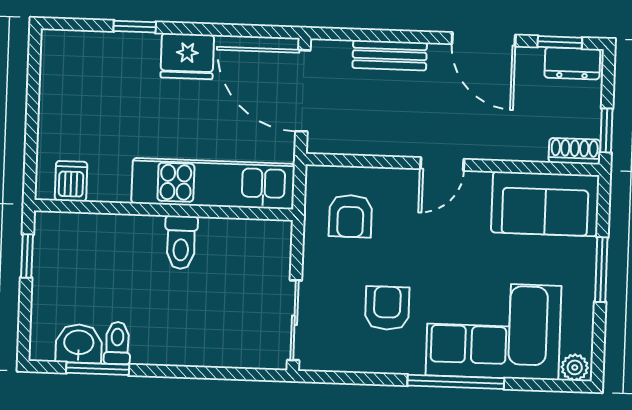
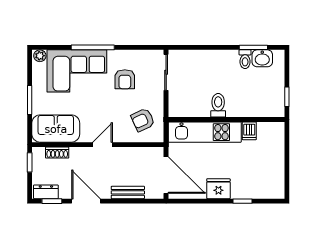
shoe rack: (575, 151) -> (57, 153), moved
dishwasher: (71, 181) -> (249, 131), moved
armchair: (350, 216) -> (143, 120), turned -115

